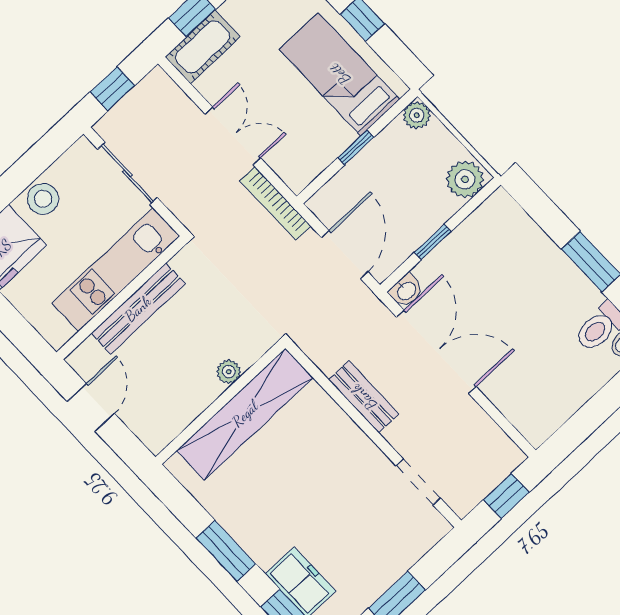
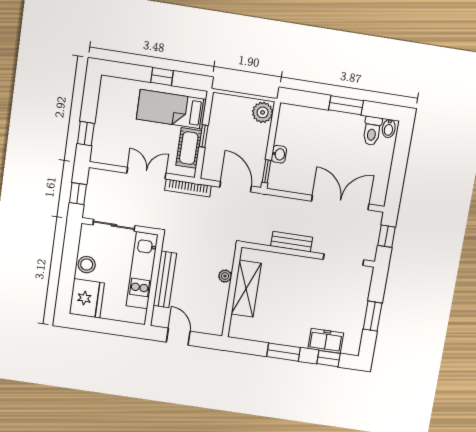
cot: (203, 47) -> (189, 148), moved
plant: (417, 115) -> (219, 101), removed
window: (433, 242) -> (267, 171), moved
washbasin: (406, 291) -> (279, 154), moved
double door: (436, 352) -> (340, 203), moved
shelving: (245, 414) -> (246, 289), width x0.68
doorway: (418, 482) -> (344, 260), width x1.38

